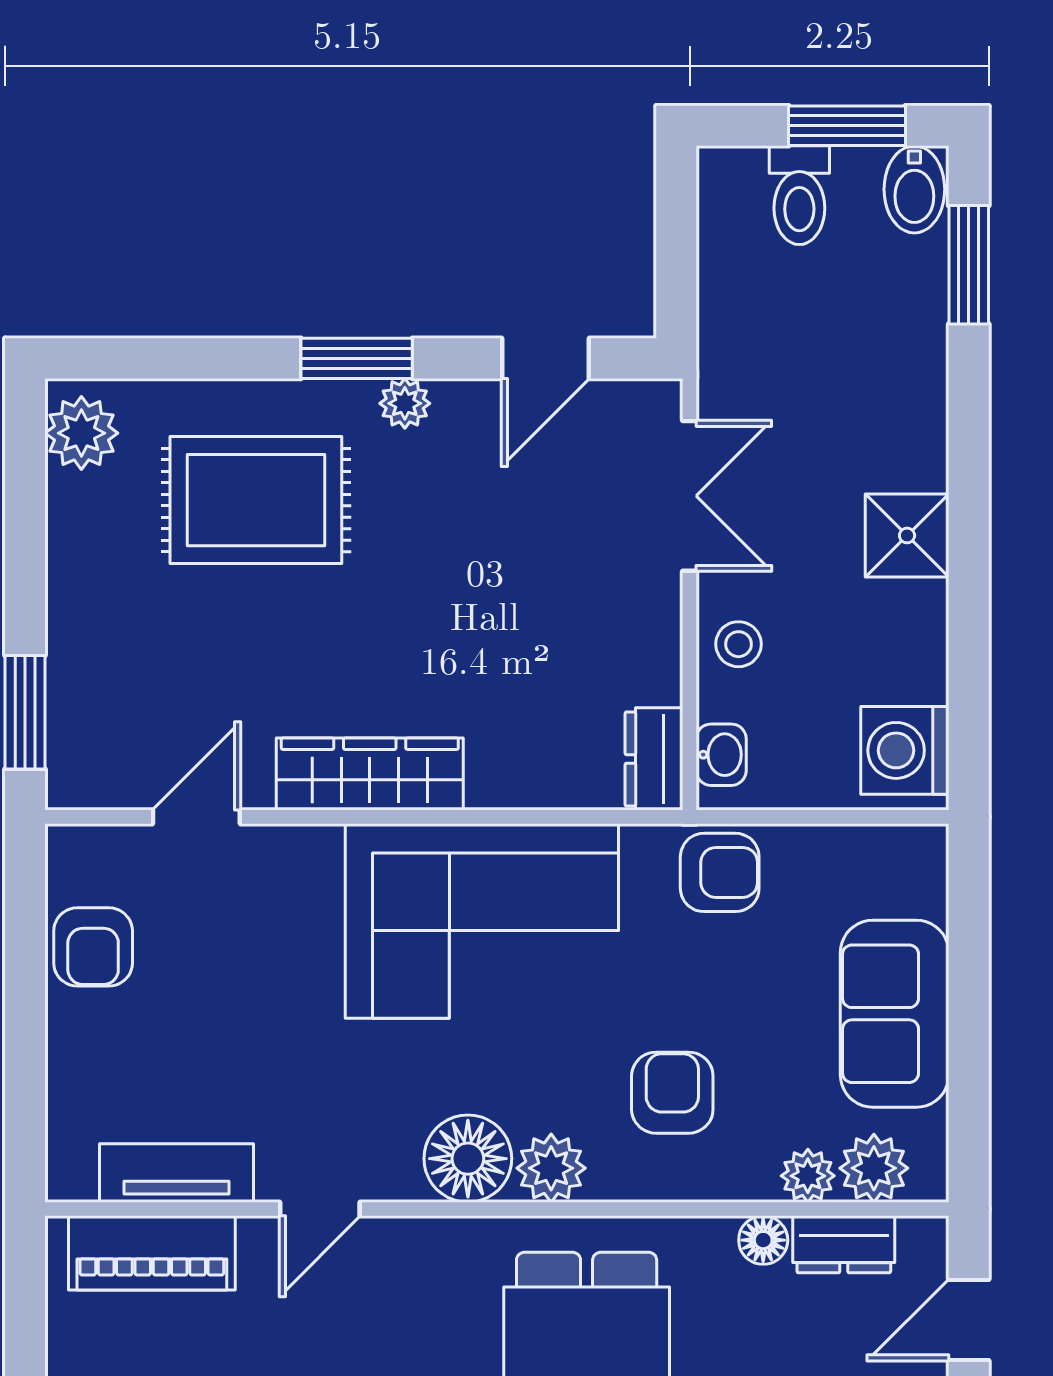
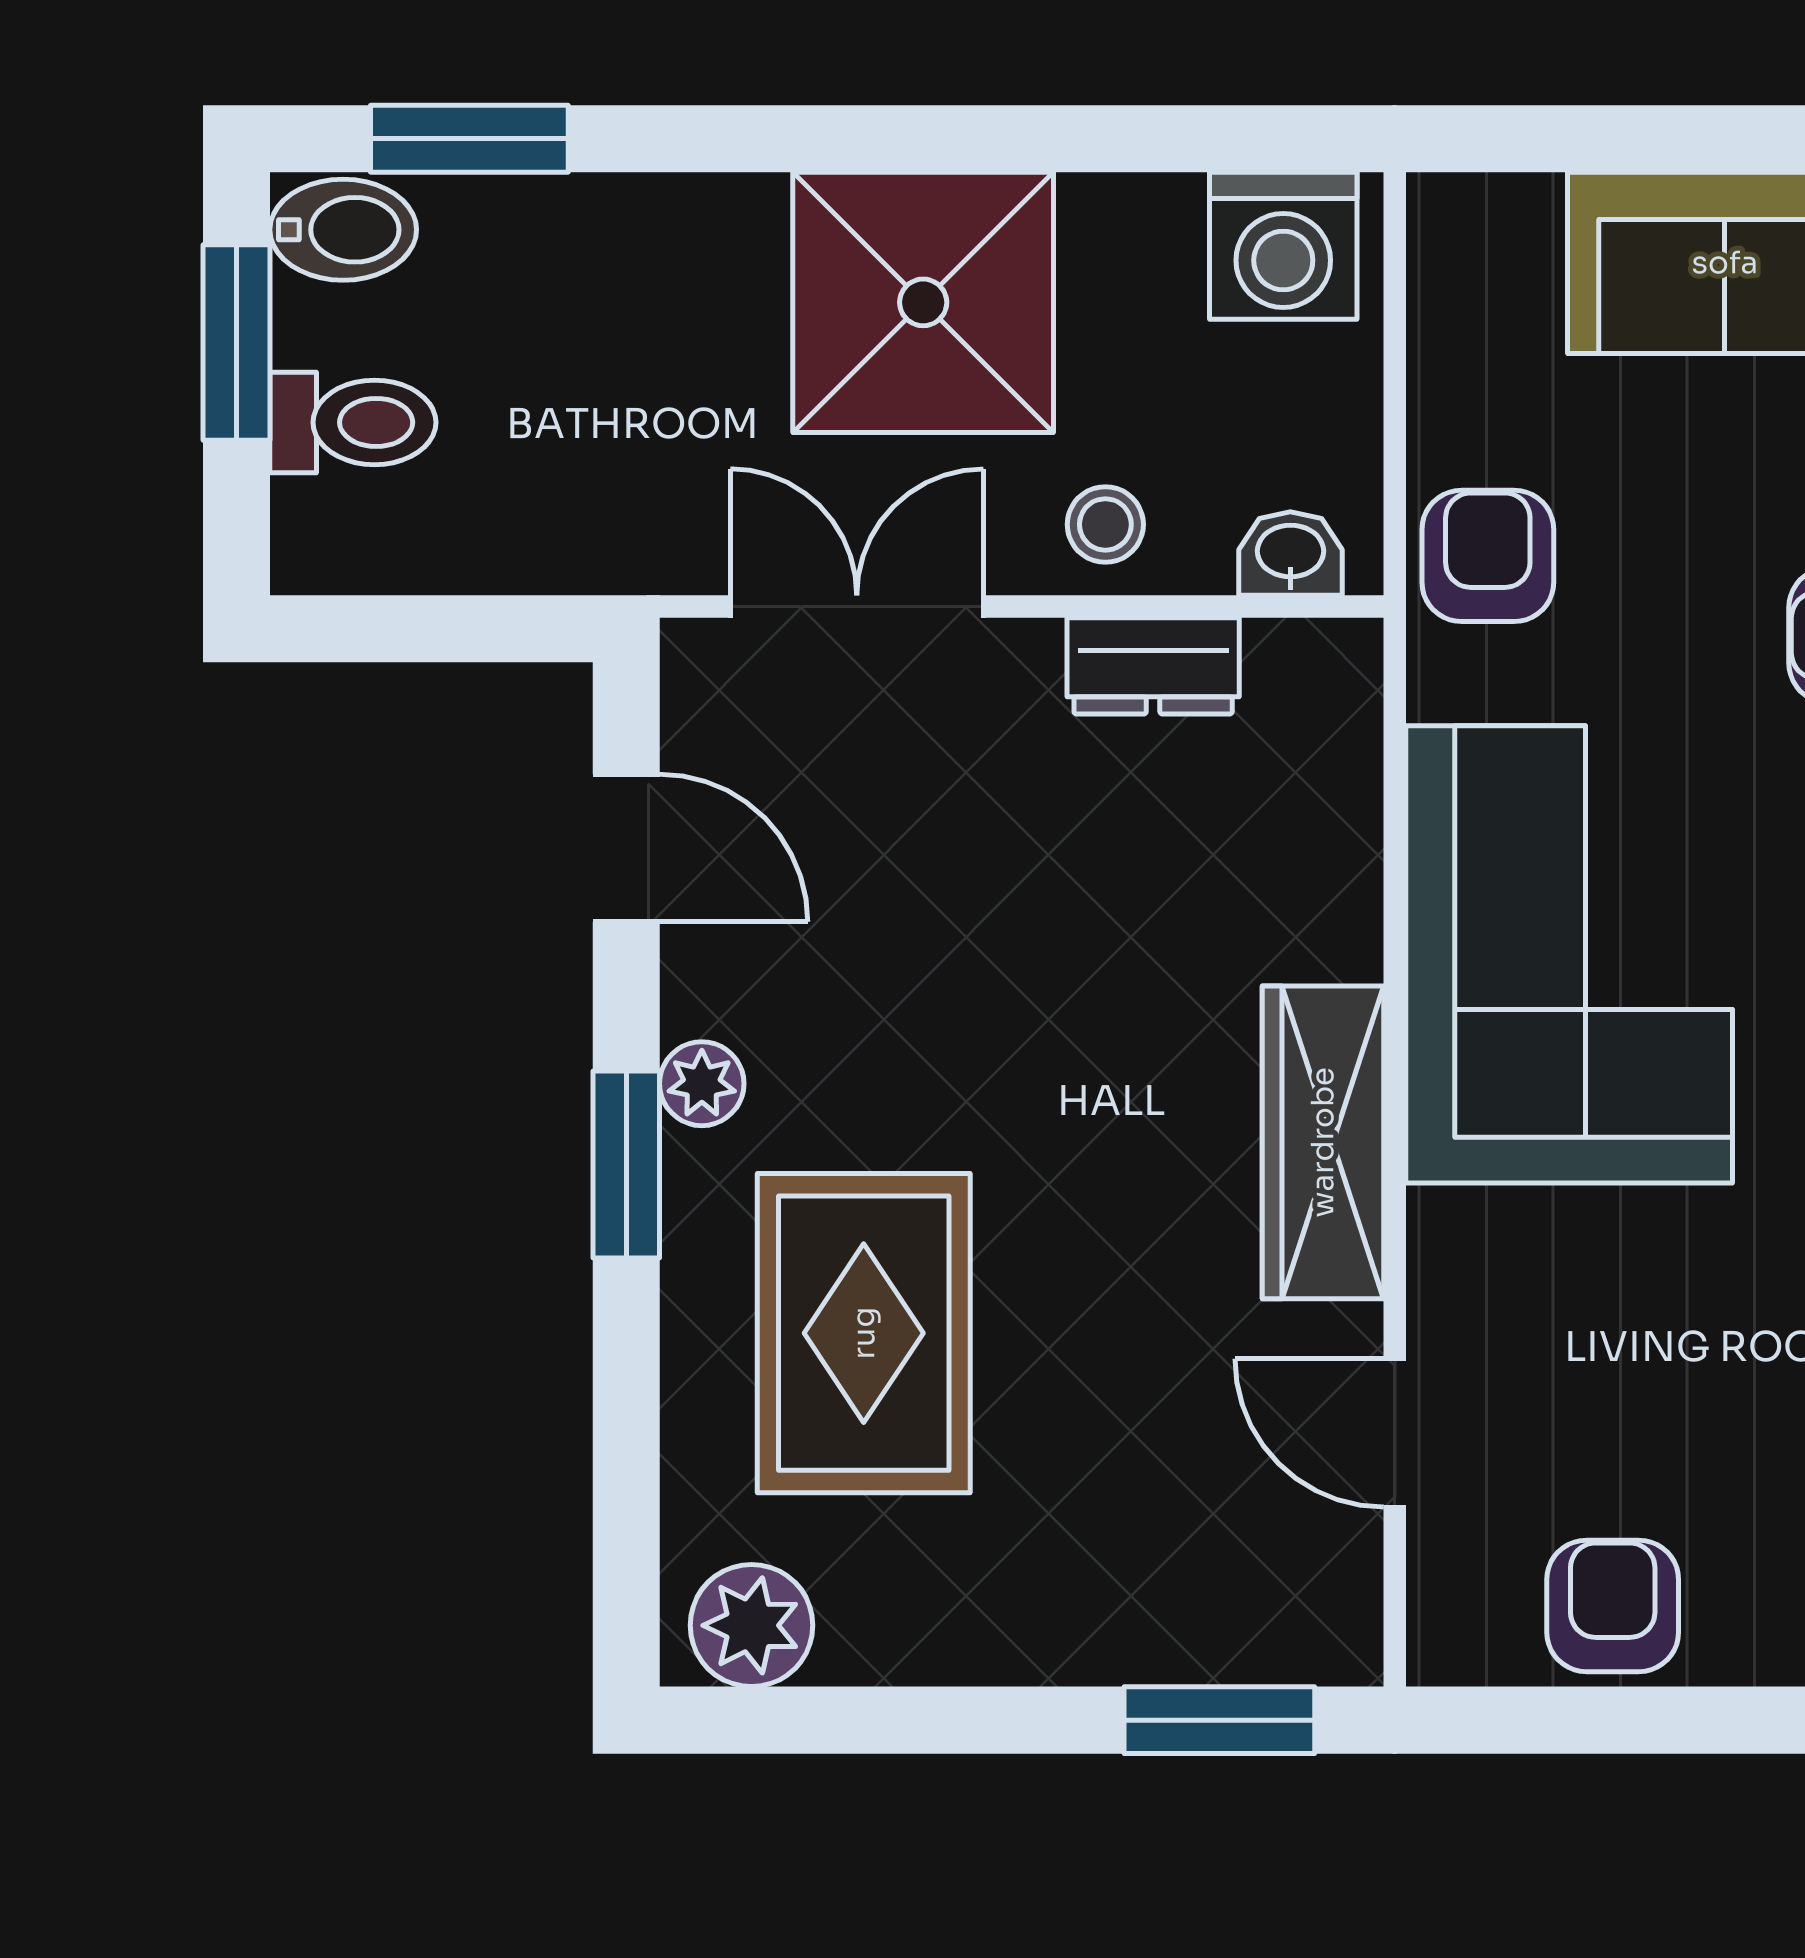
shower: (907, 535) -> (923, 302), width x1.86, depth x1.86
dresser: (654, 759) -> (1153, 666), moved
armchair: (93, 947) -> (1613, 1606), turned -90

